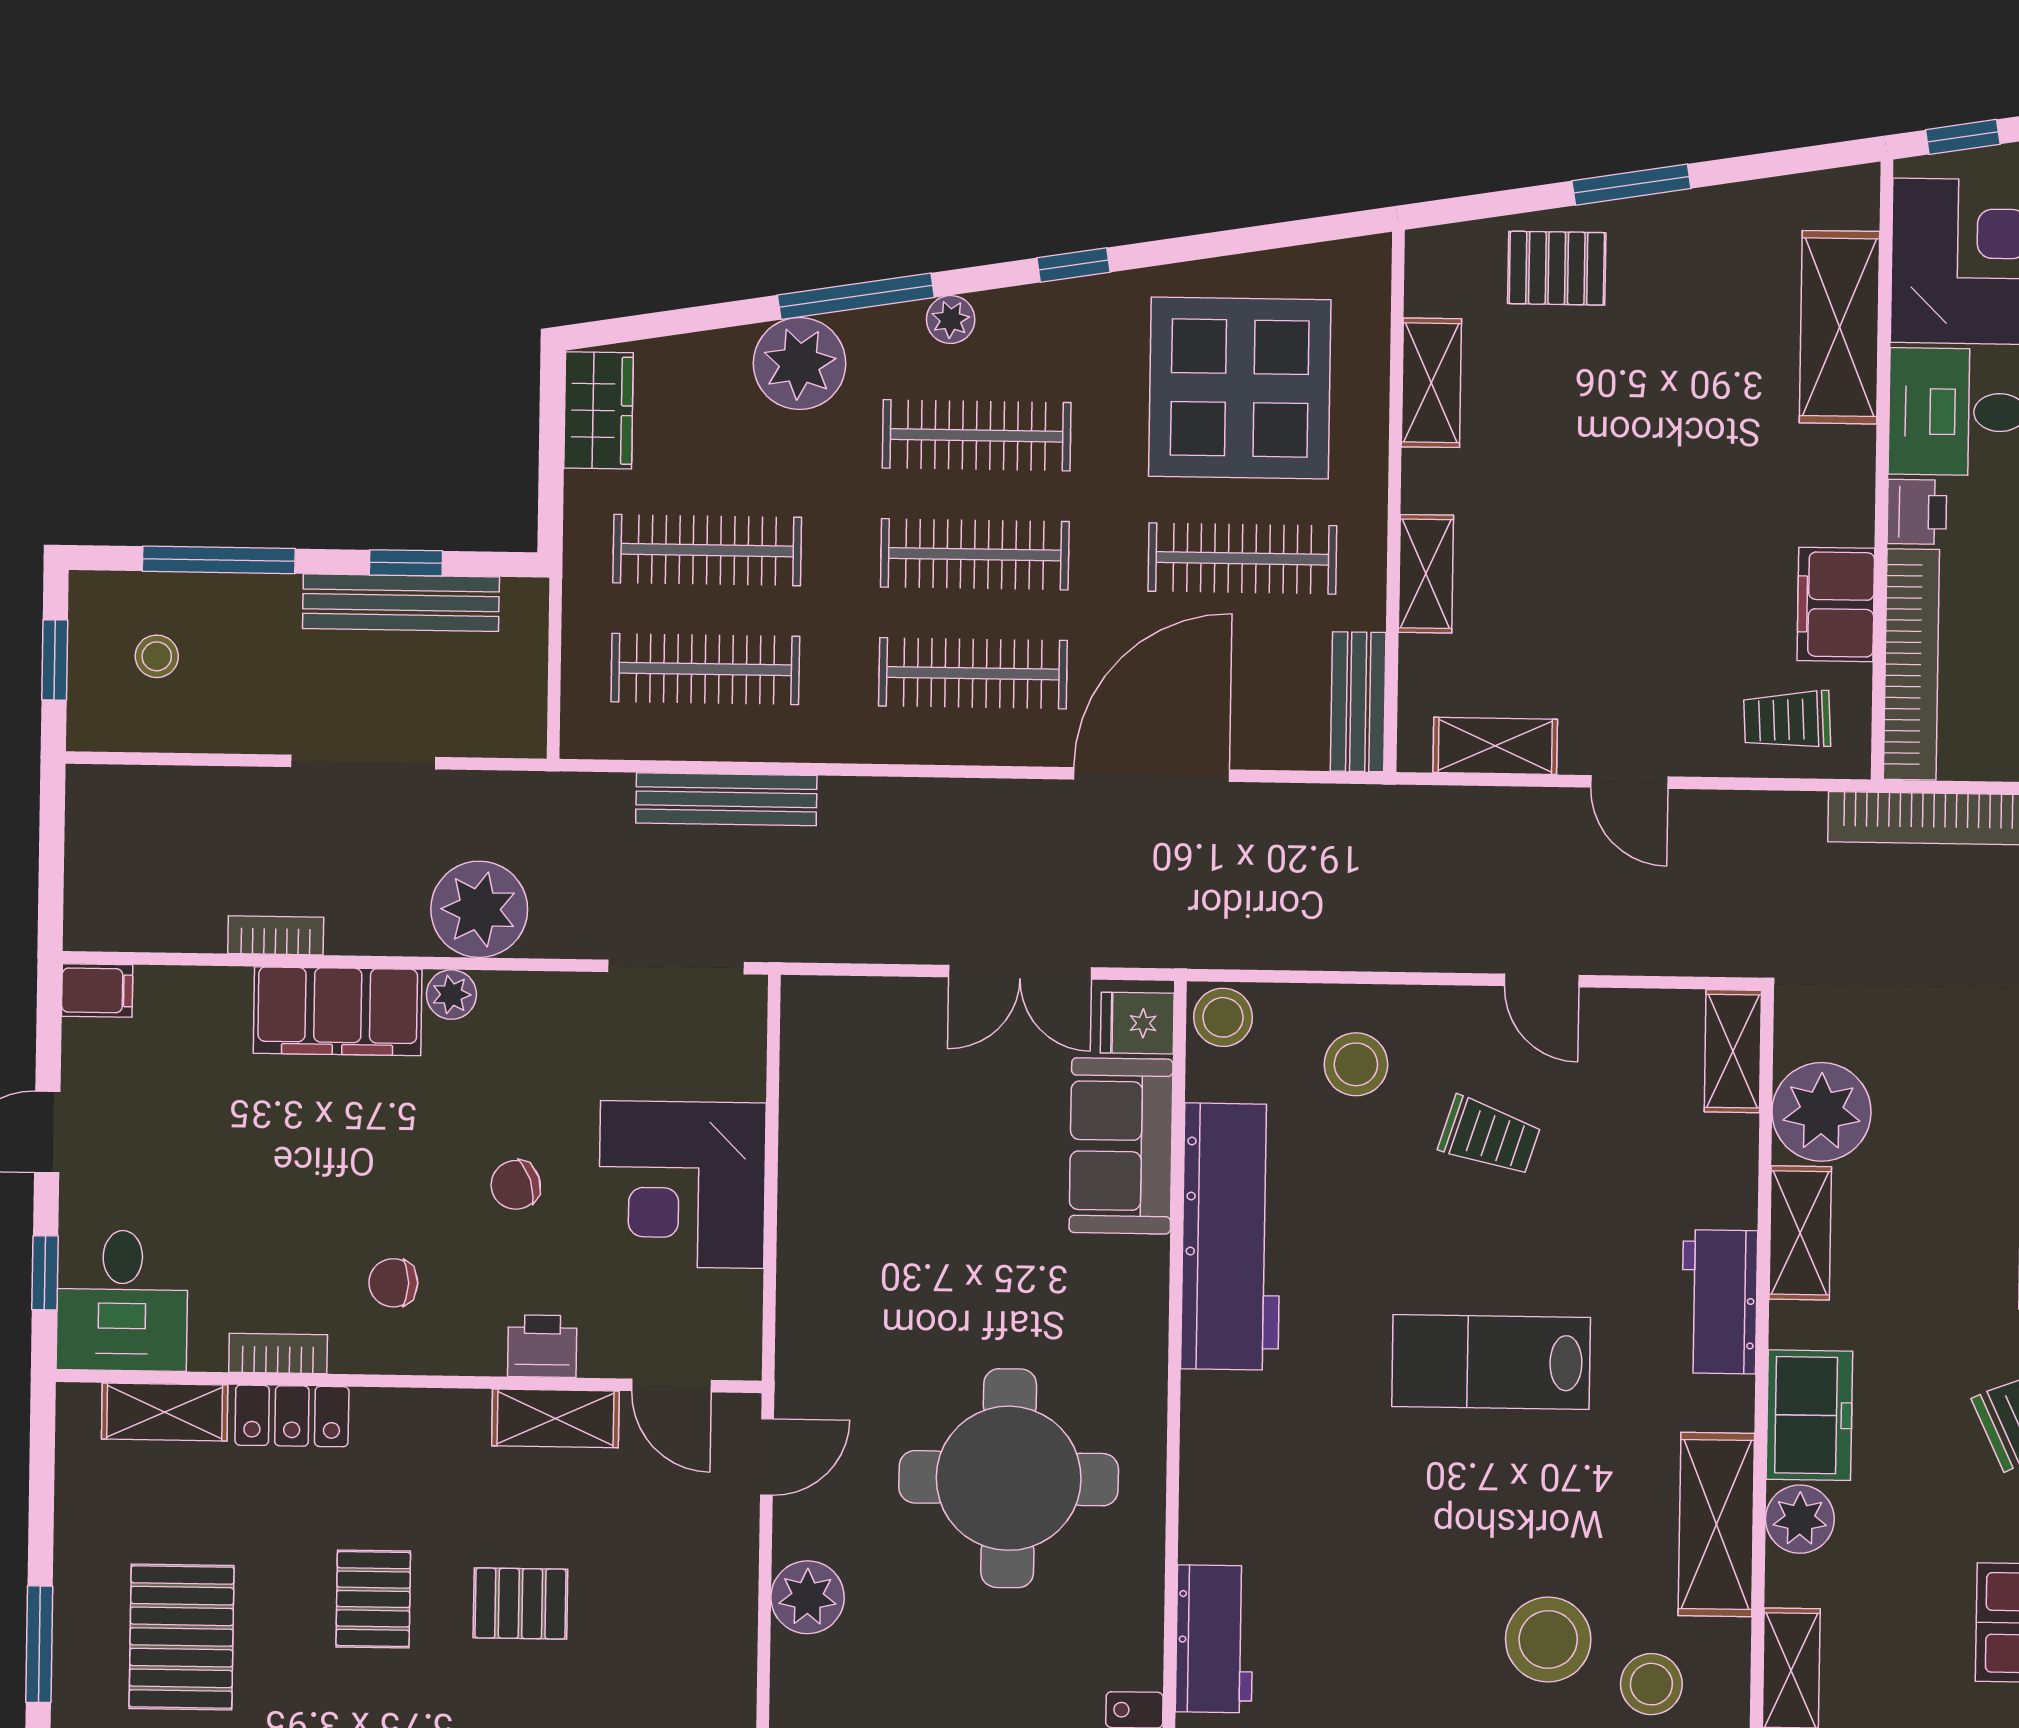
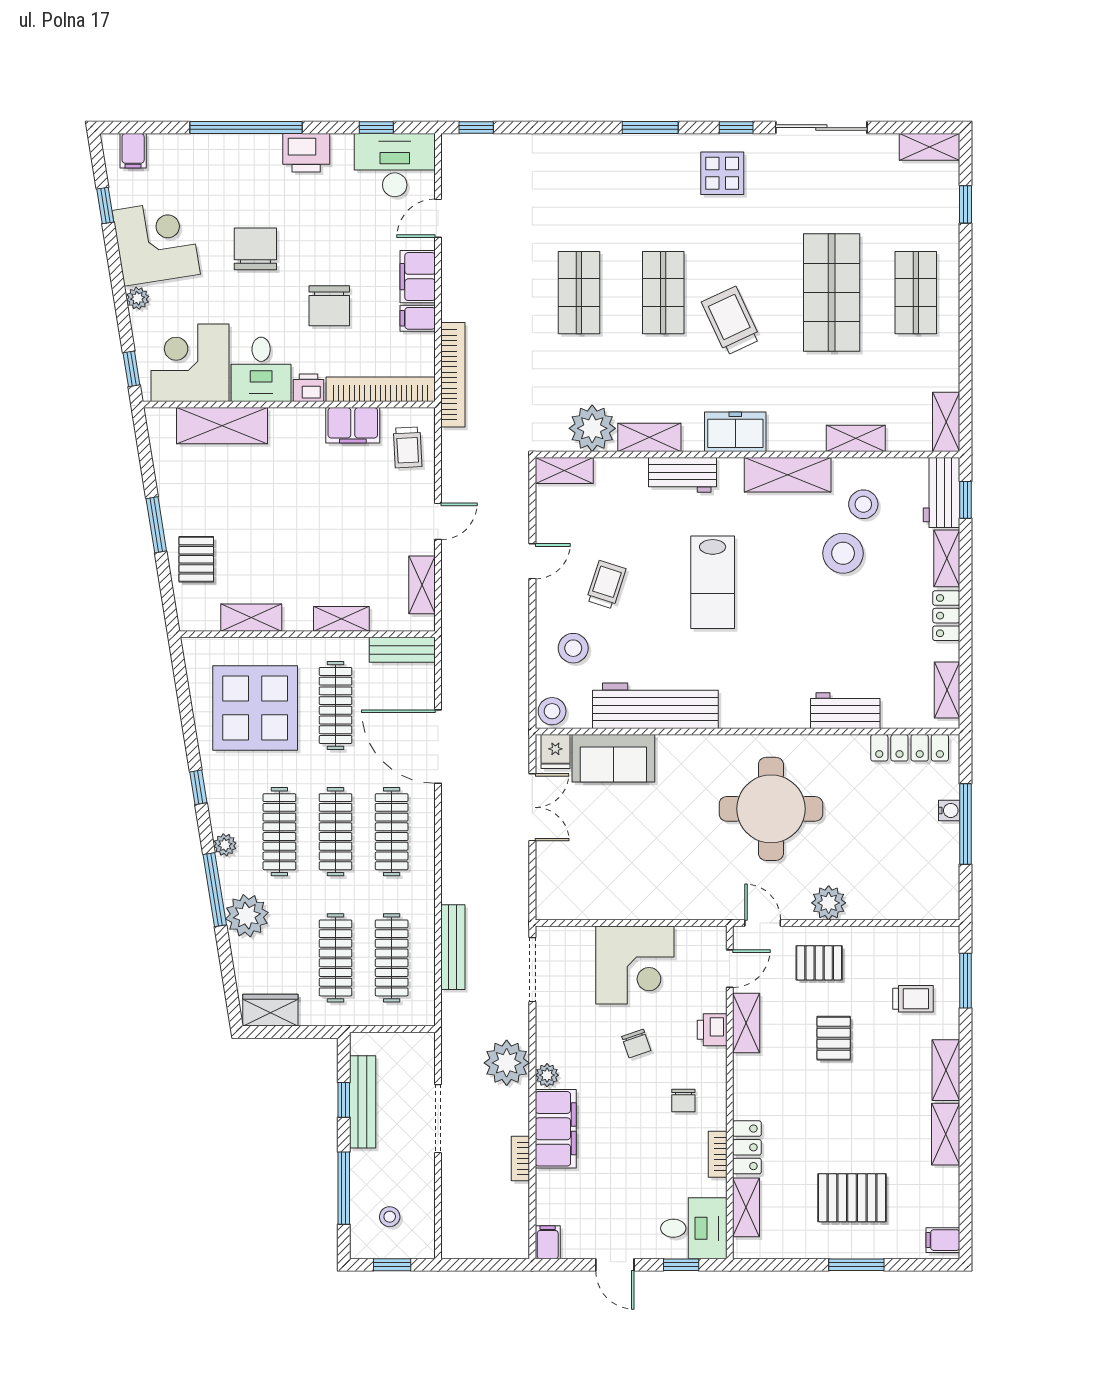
plant: (1800, 1519) -> (784, 435), removed
pallet: (373, 1599) -> (819, 963), moved

